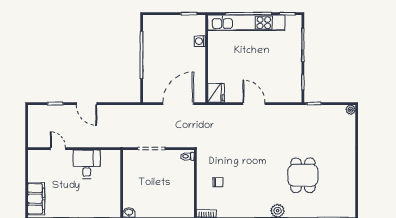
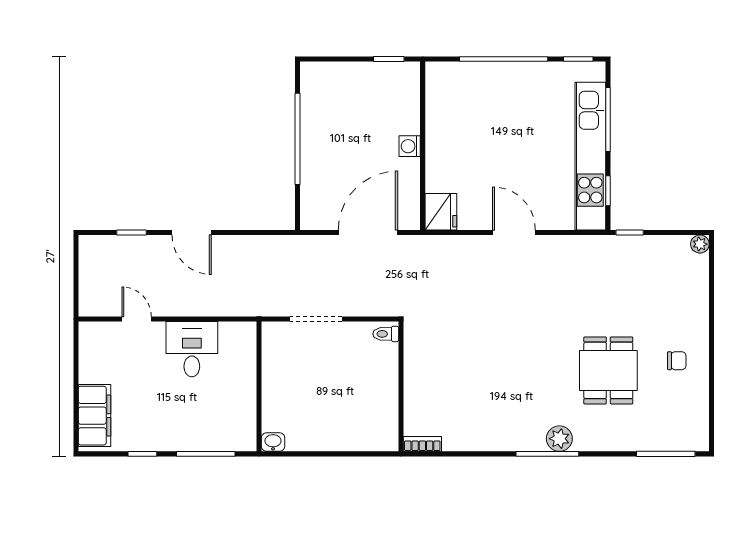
kitchen unit: (246, 23) -> (590, 156), moved, turned 90
washing machine: (200, 41) -> (410, 146), moved
chair: (218, 182) -> (677, 361), moved

